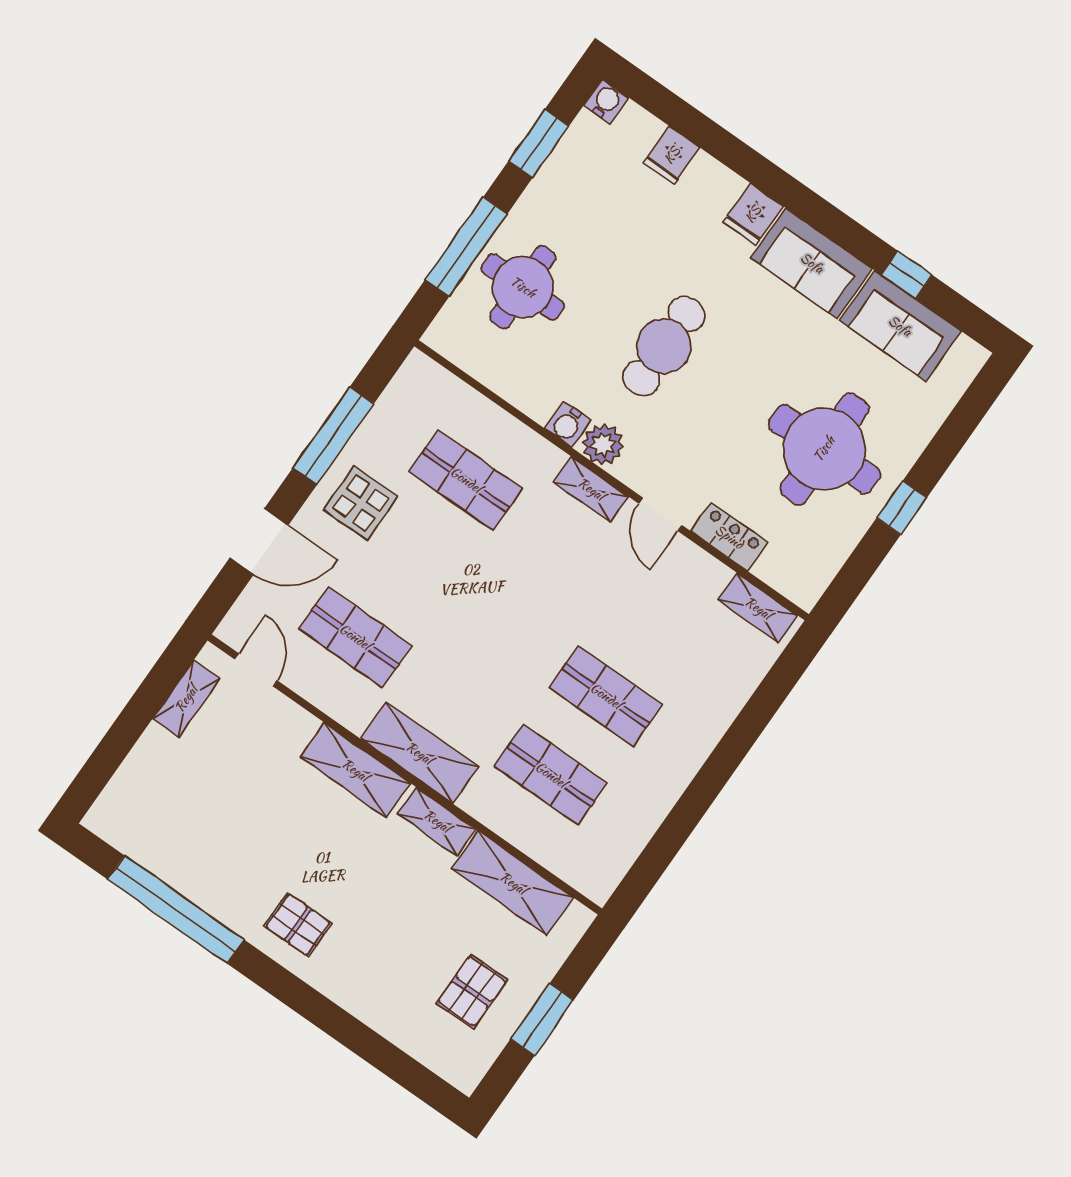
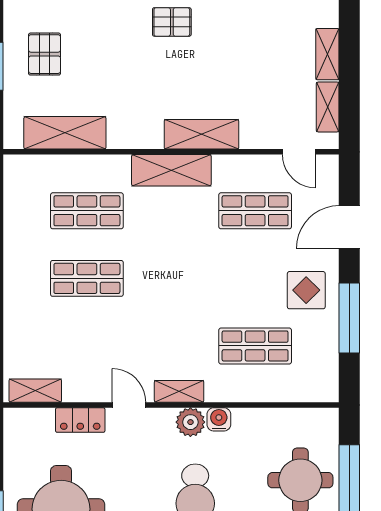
shelving: (437, 821) -> (327, 54), moved, turned 90

